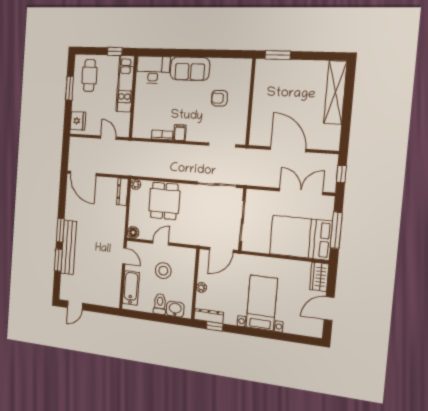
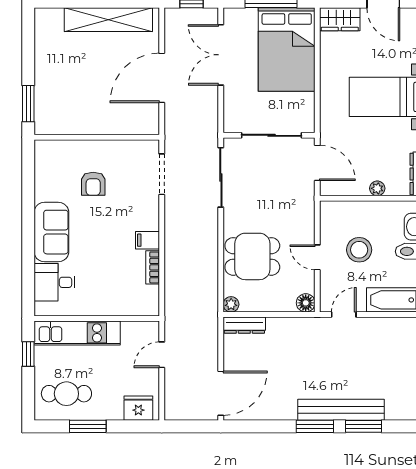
desk: (153, 70) -> (55, 282), width x0.73
shelving: (335, 92) -> (108, 20), moved

